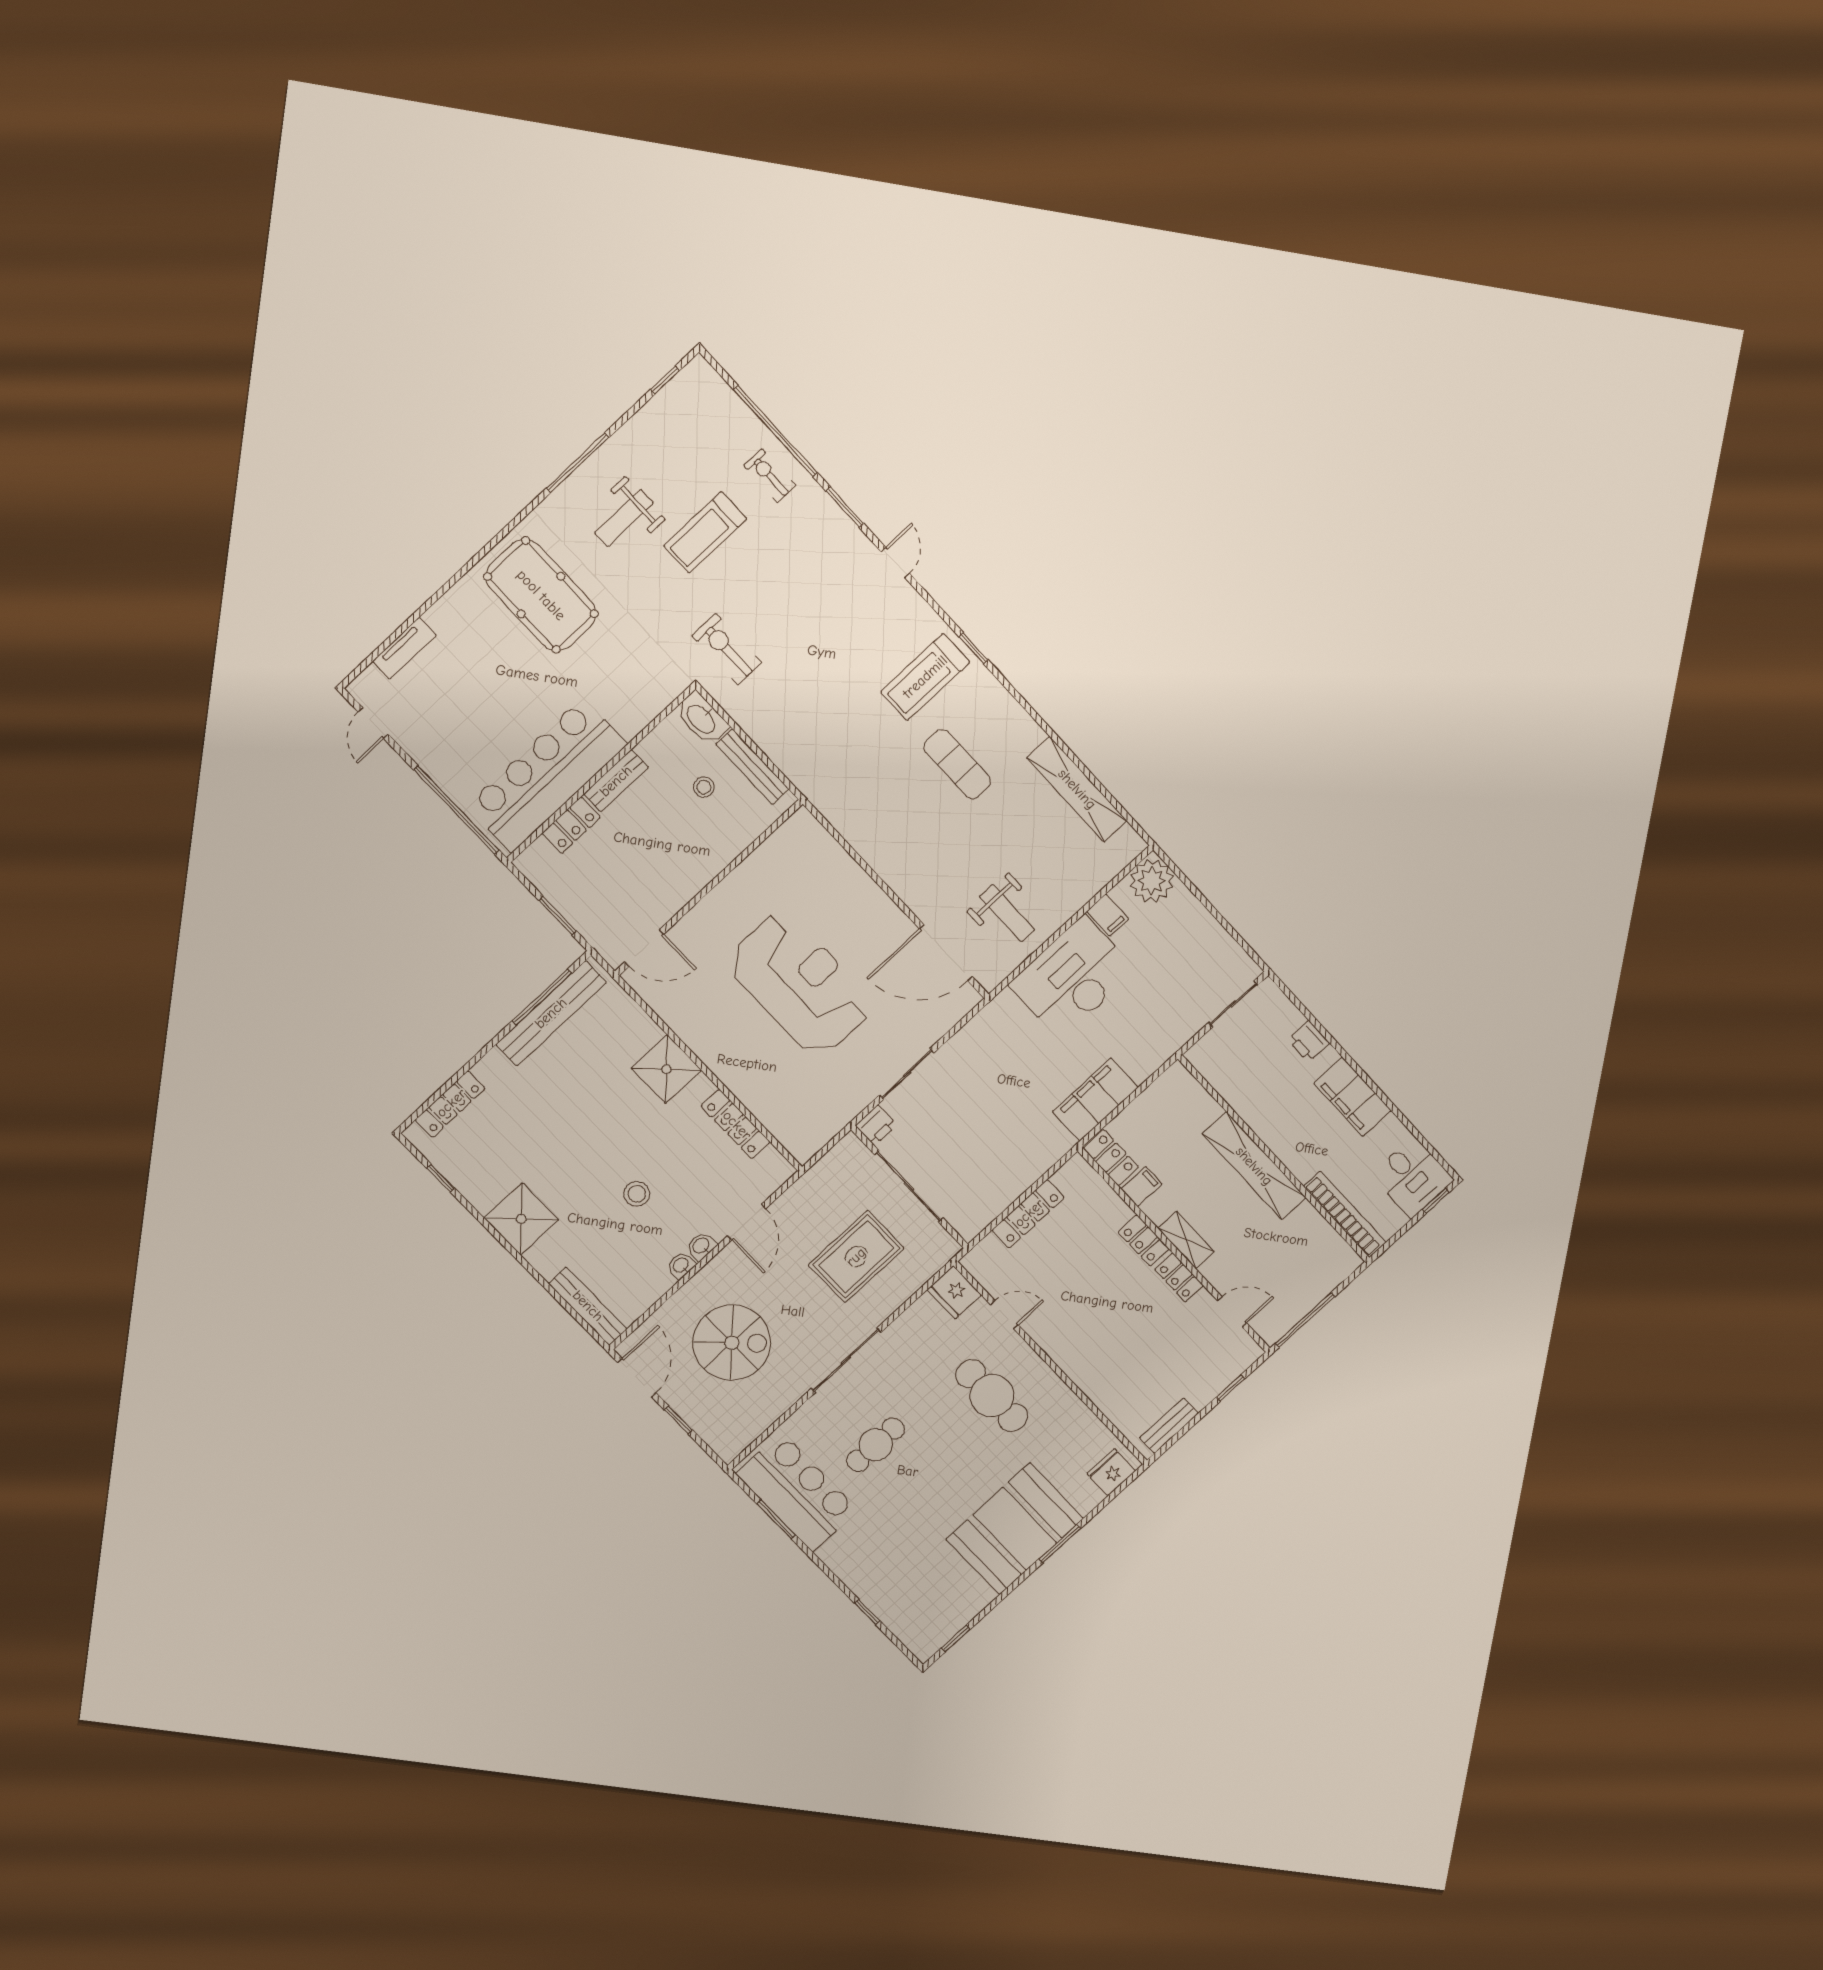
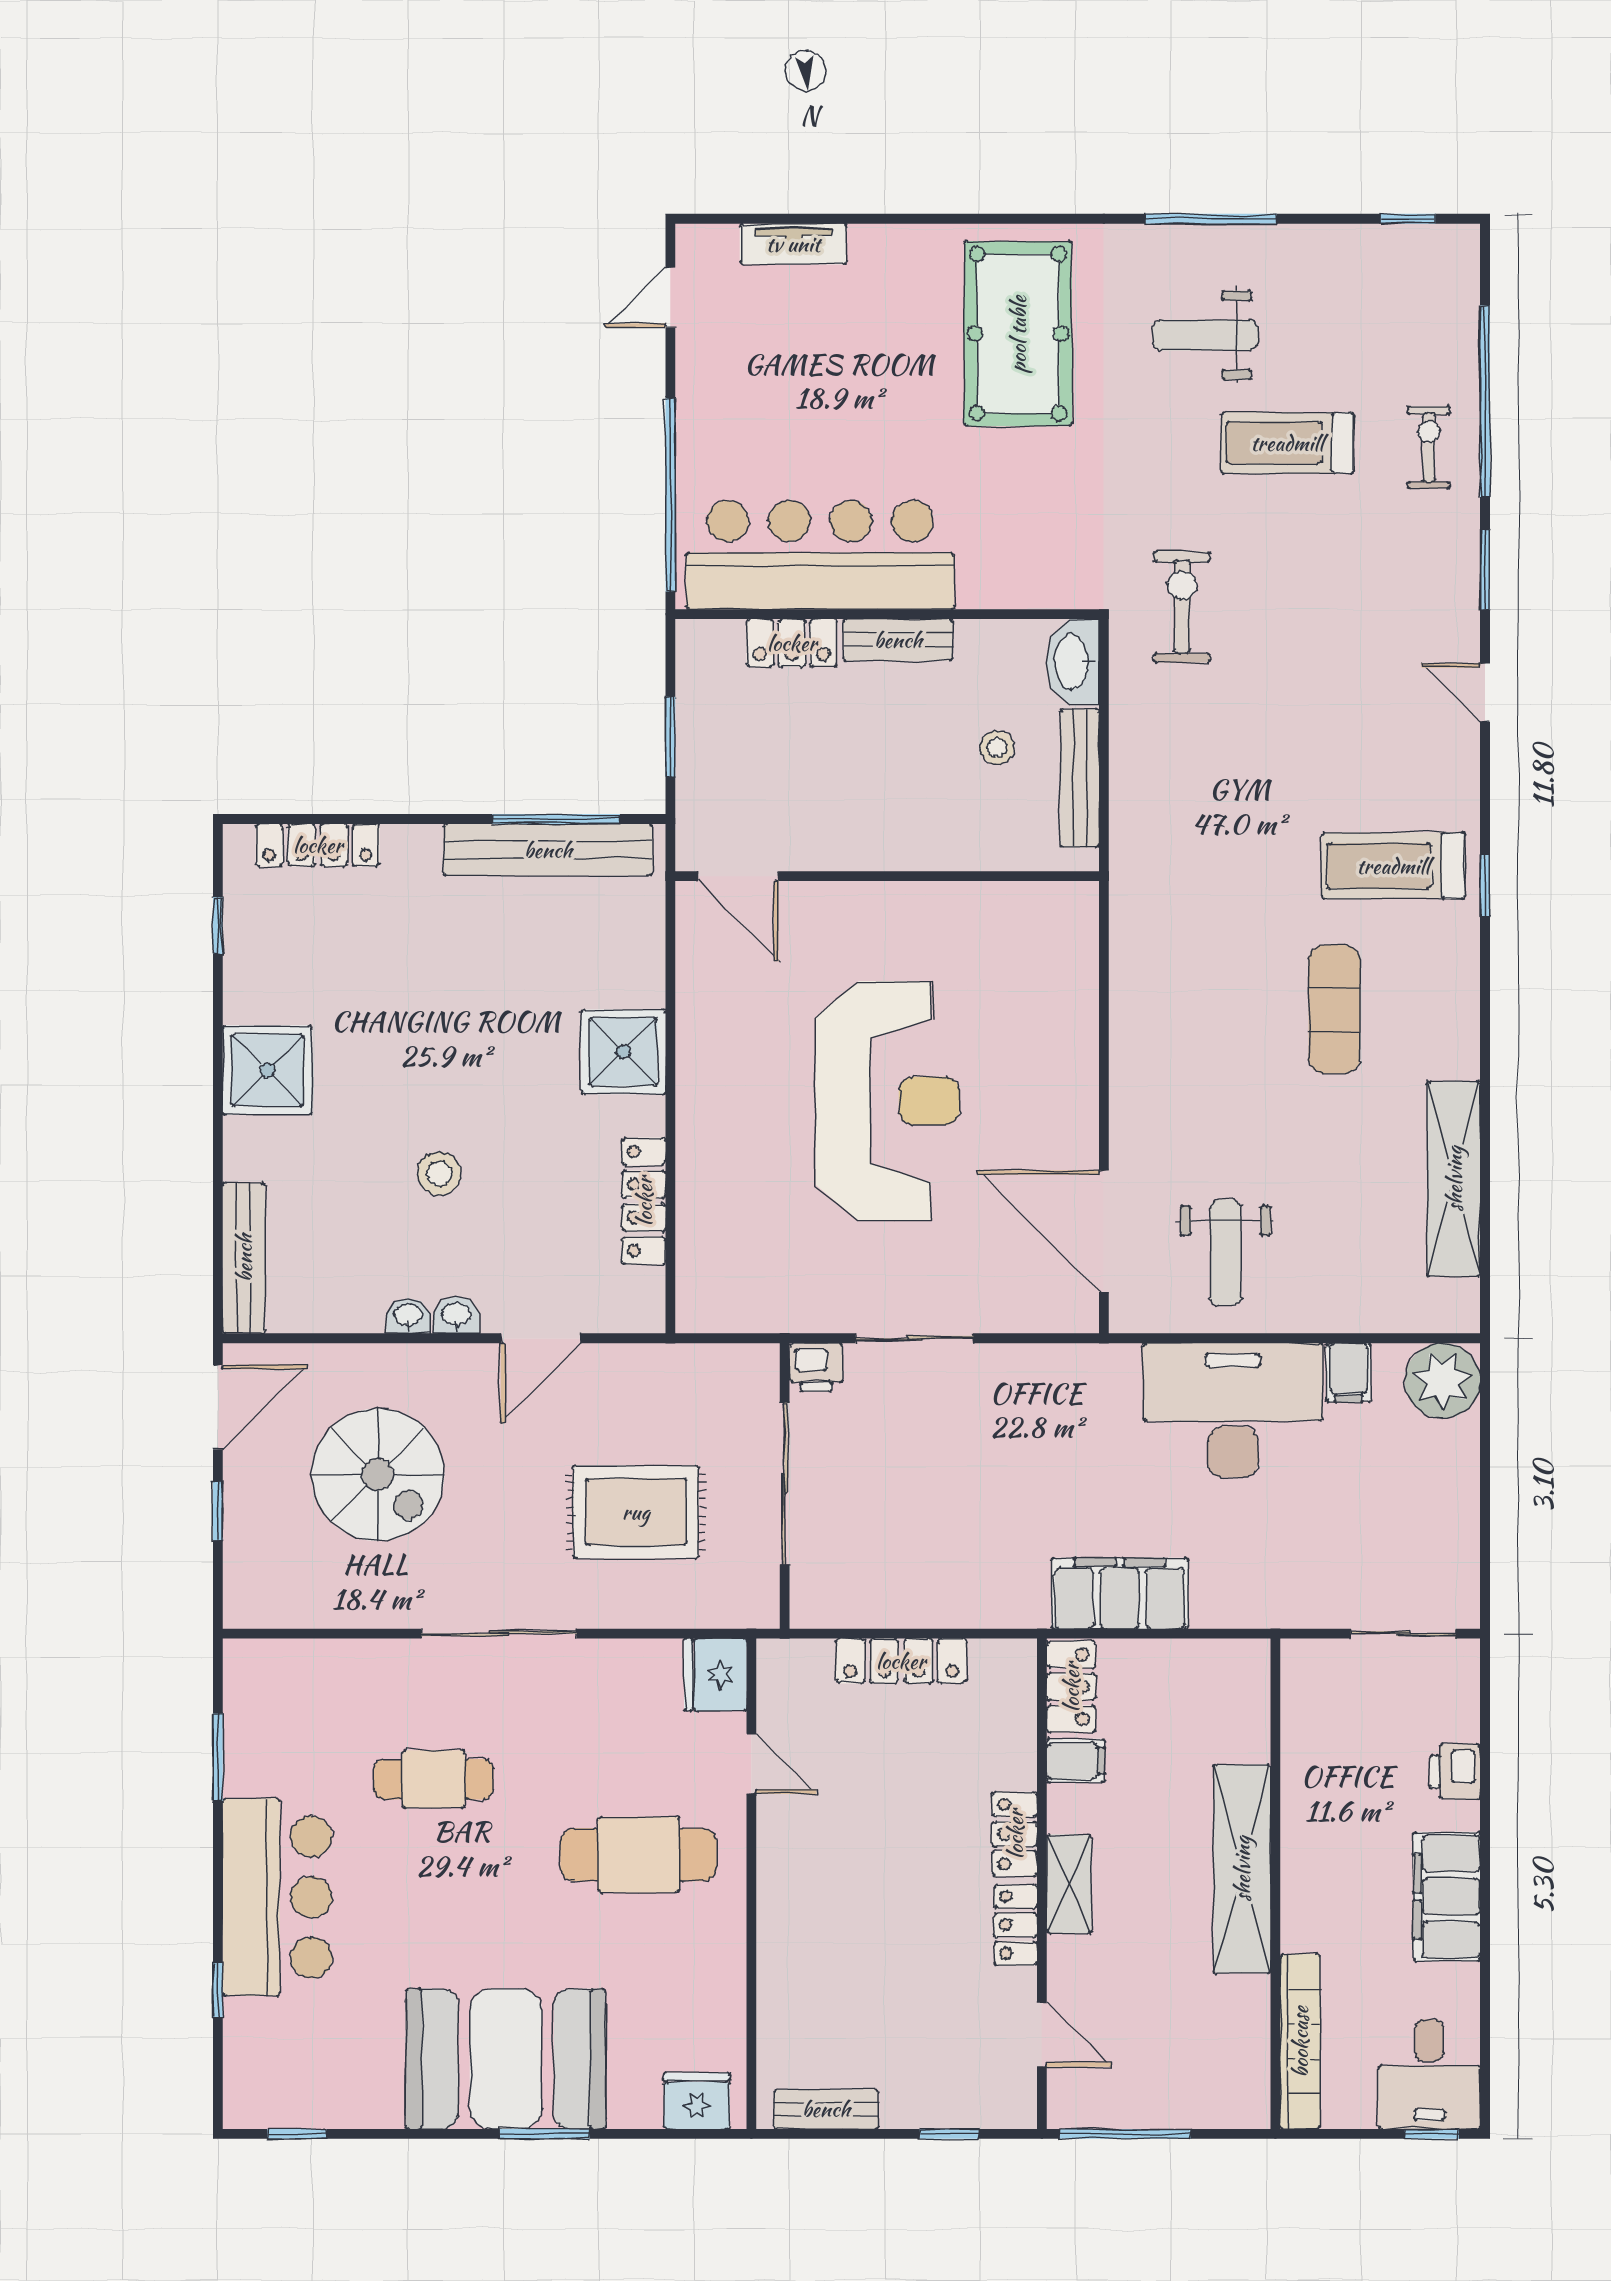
door: (895, 562) -> (1485, 693), swing flipped
cafe table: (992, 1396) -> (638, 1855), turned 90
bar counter: (797, 1492) -> (277, 1897), moved

